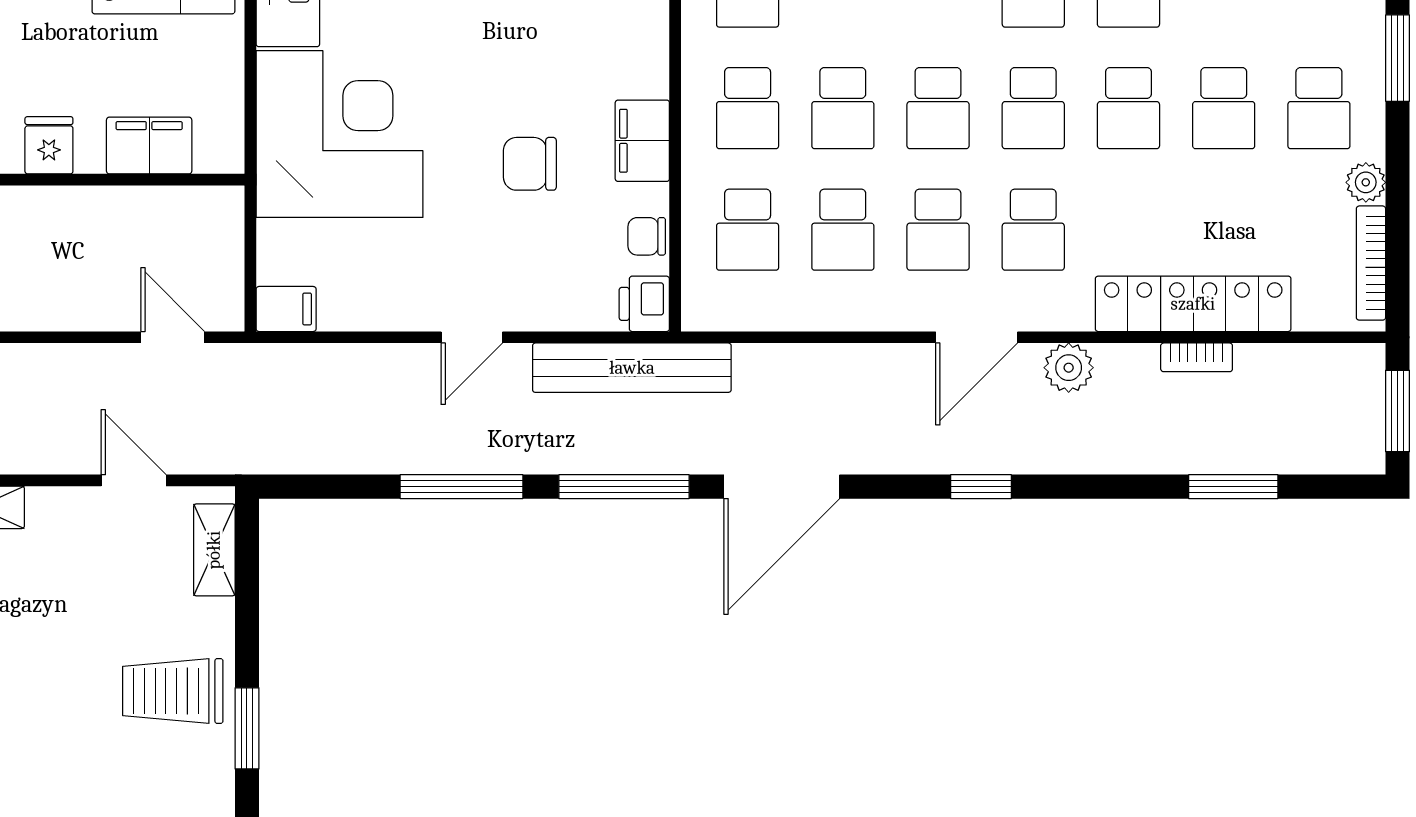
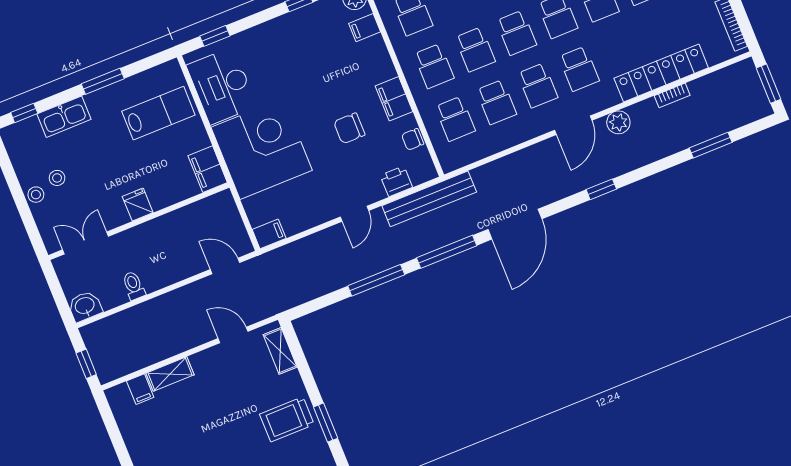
filing cabinet: (149, 146) -> (208, 169), moved, turned -90
printer: (644, 304) -> (396, 181), moved, turned 90

